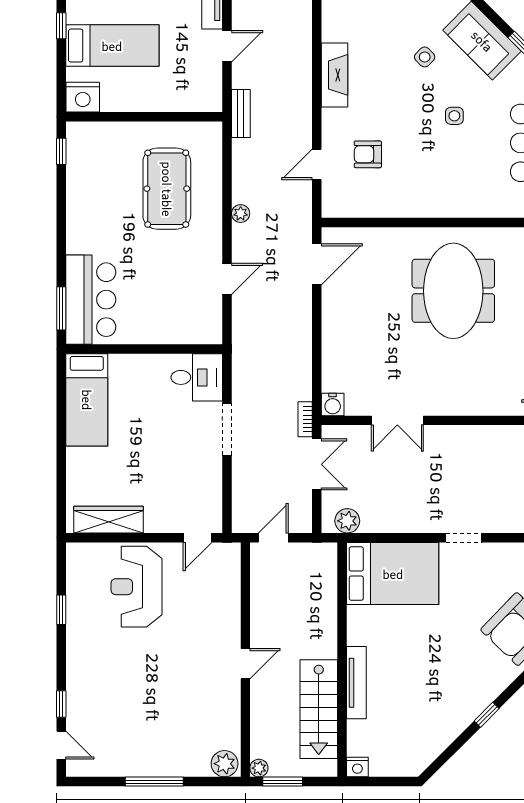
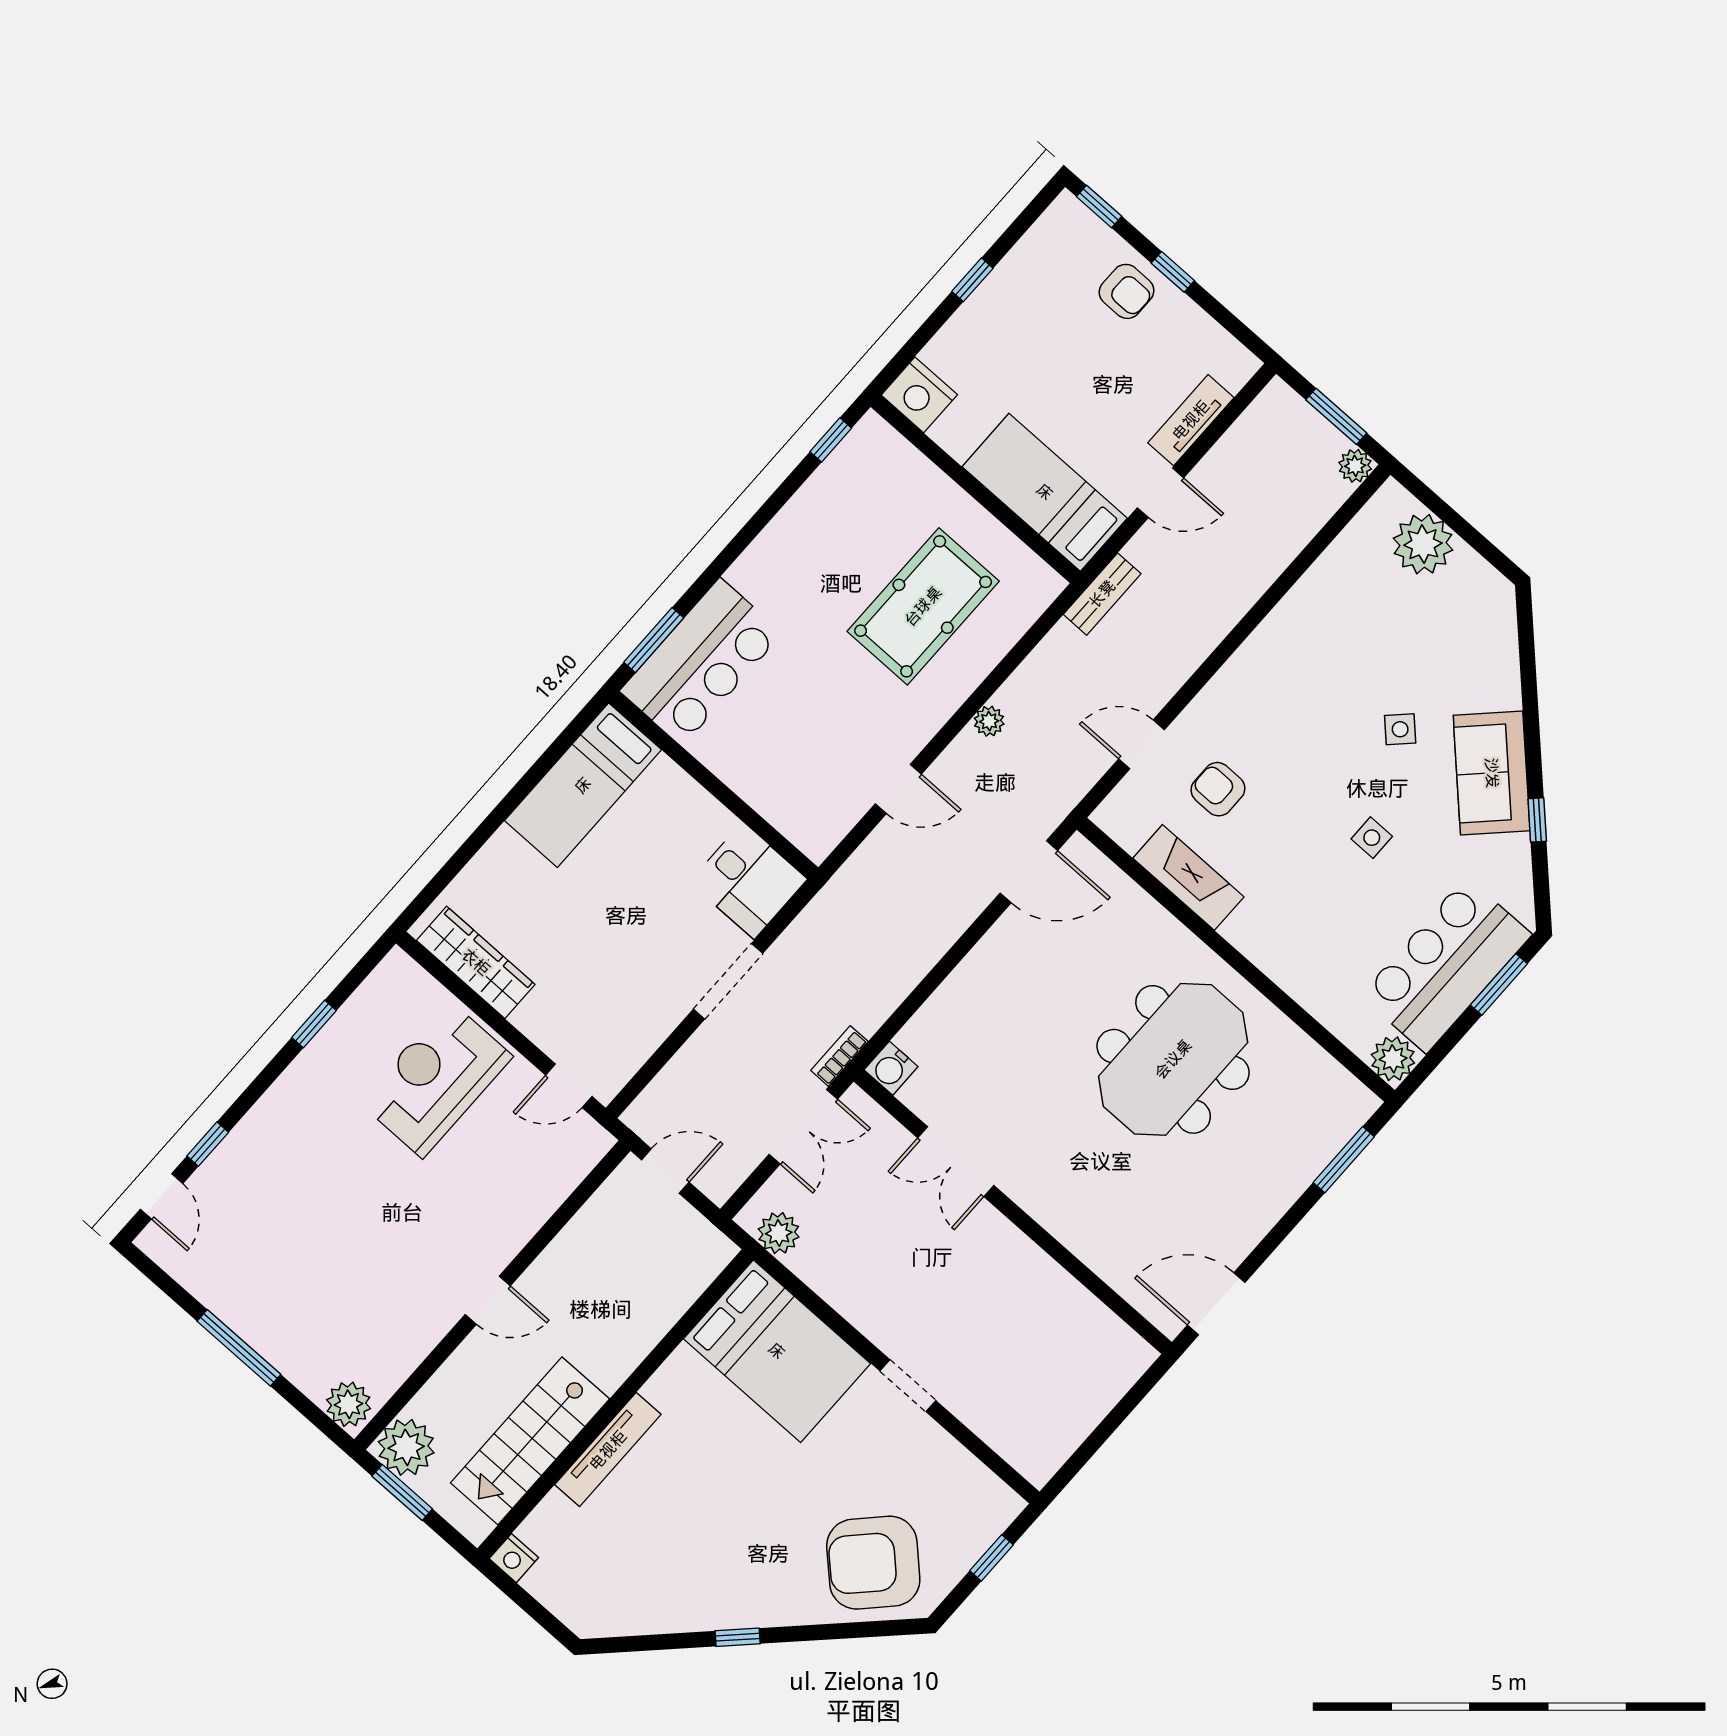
bed: (112, 46) -> (1045, 492), moved, turned 180
fireplace: (335, 75) -> (1188, 877), moved, turned -90
plant: (259, 768) -> (406, 1447), width x1.87, depth x1.87

